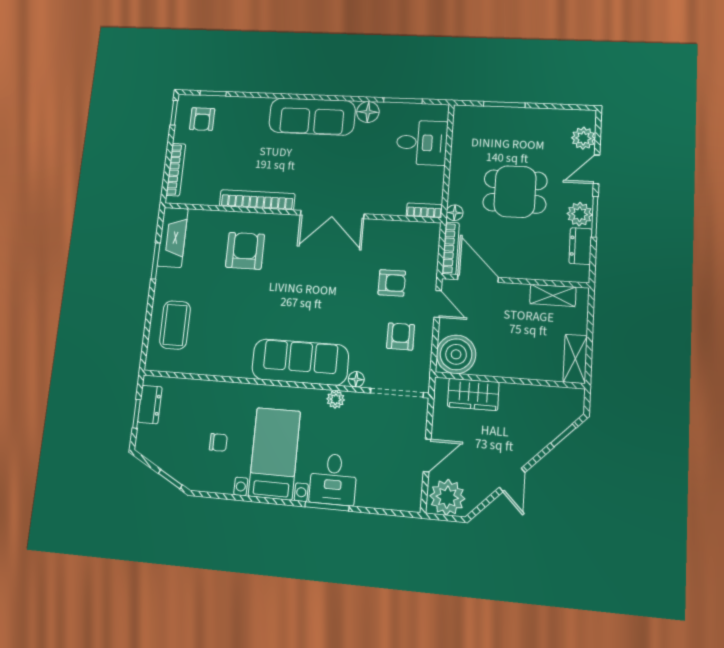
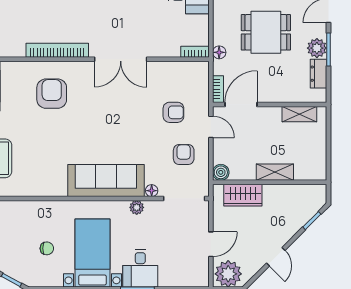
bookcase: (451, 248) -> (218, 89), width x0.64
door: (478, 279) -> (241, 104), hinge flipped
boiler: (456, 354) -> (221, 172), width x0.54, depth x0.54
shelving: (575, 359) -> (275, 172), moved, turned 90

